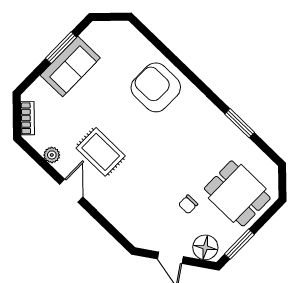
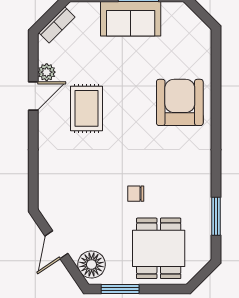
window: (240, 123) -> (216, 216), moved
door: (71, 191) -> (33, 96), moved
chair: (188, 204) -> (136, 194), moved

